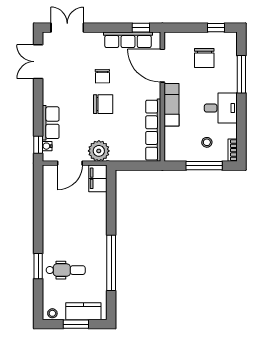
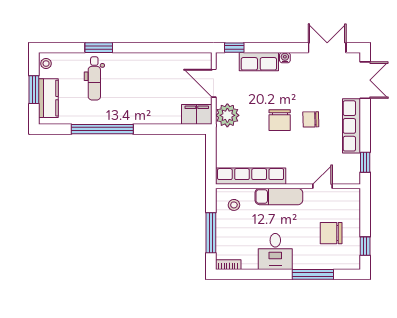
row of seats: (128, 40) -> (351, 126), moved
door: (162, 66) -> (323, 186), width x0.53
stool: (207, 142) -> (234, 205), moved
water cooler: (47, 146) -> (285, 58), moved

